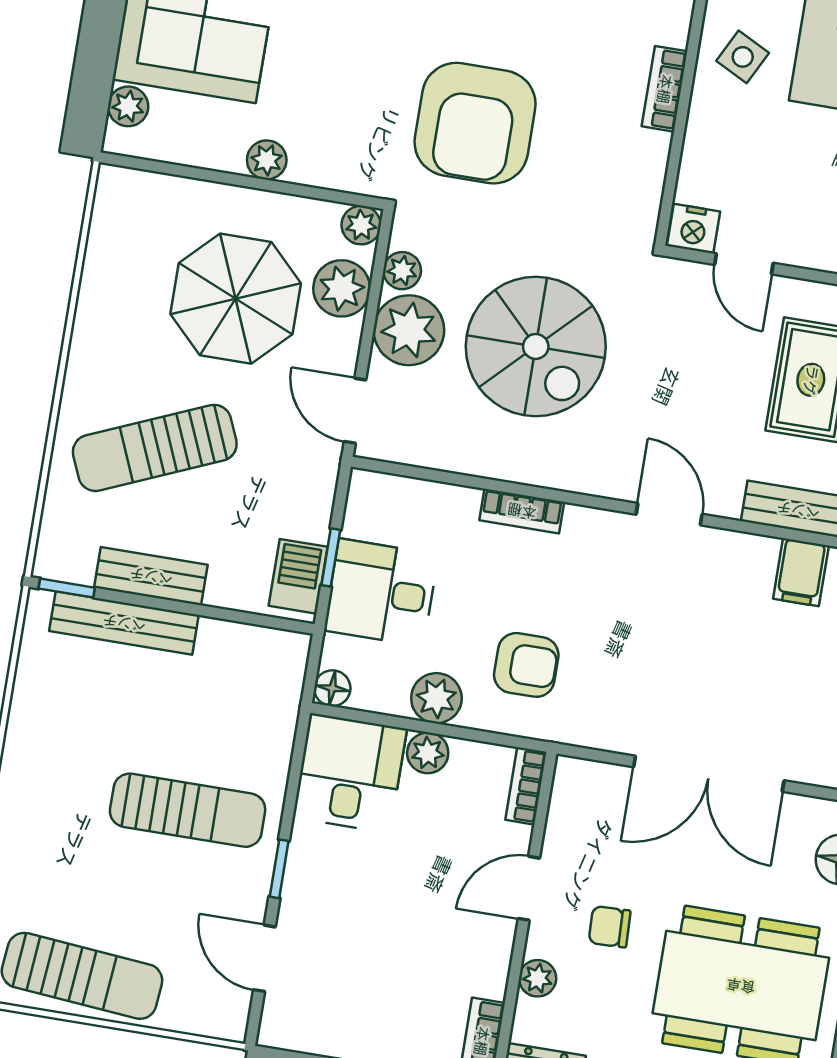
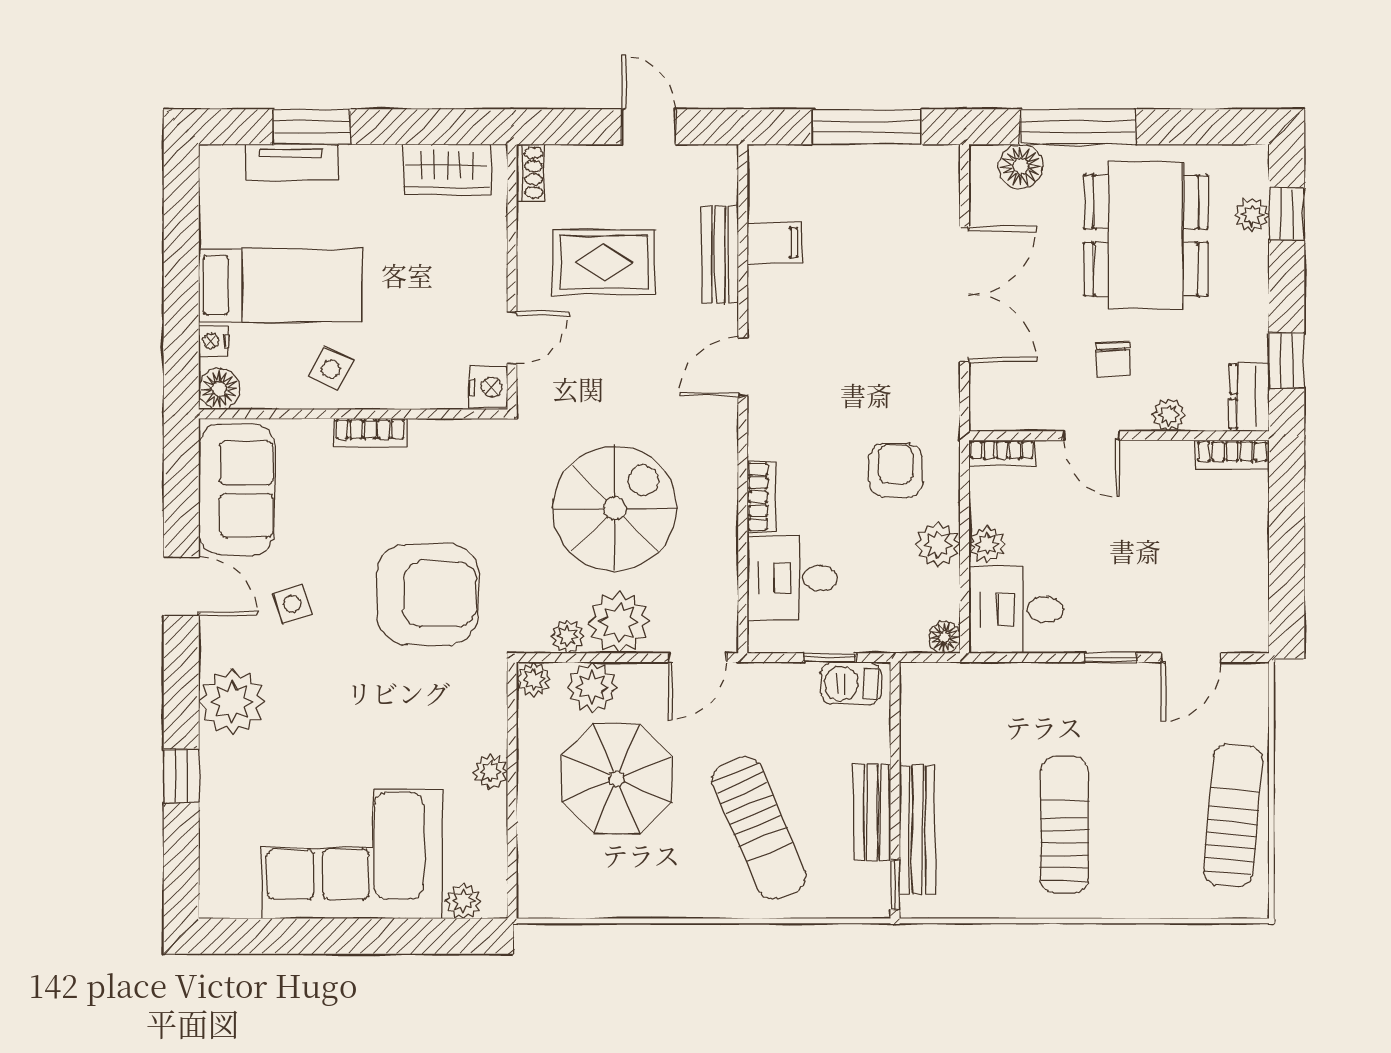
desk: (381, 593) -> (792, 578), moved, turned 90
sun lounger: (188, 810) -> (1065, 825), moved

